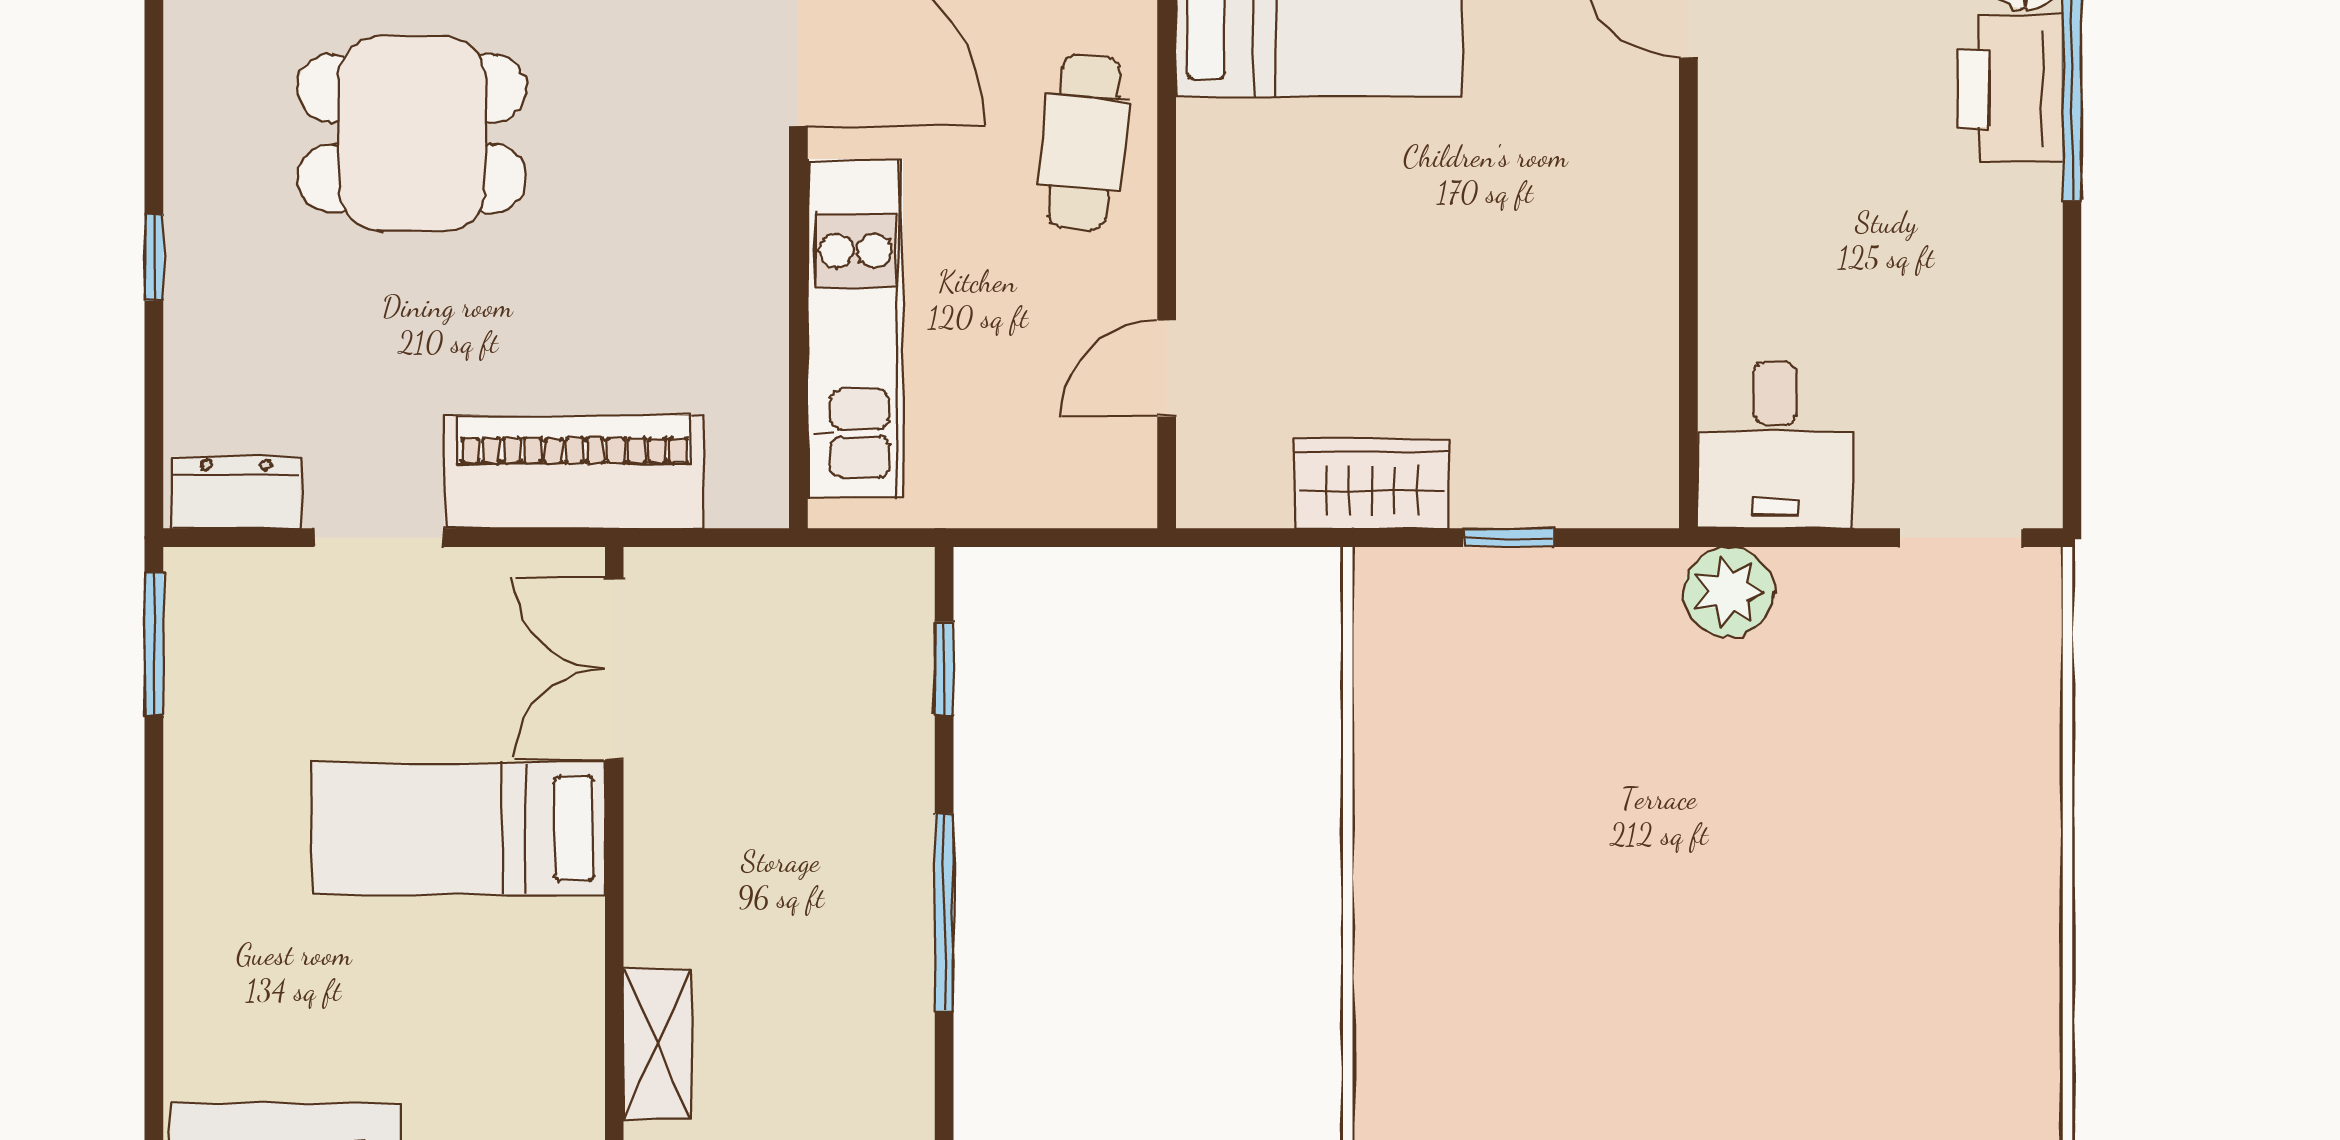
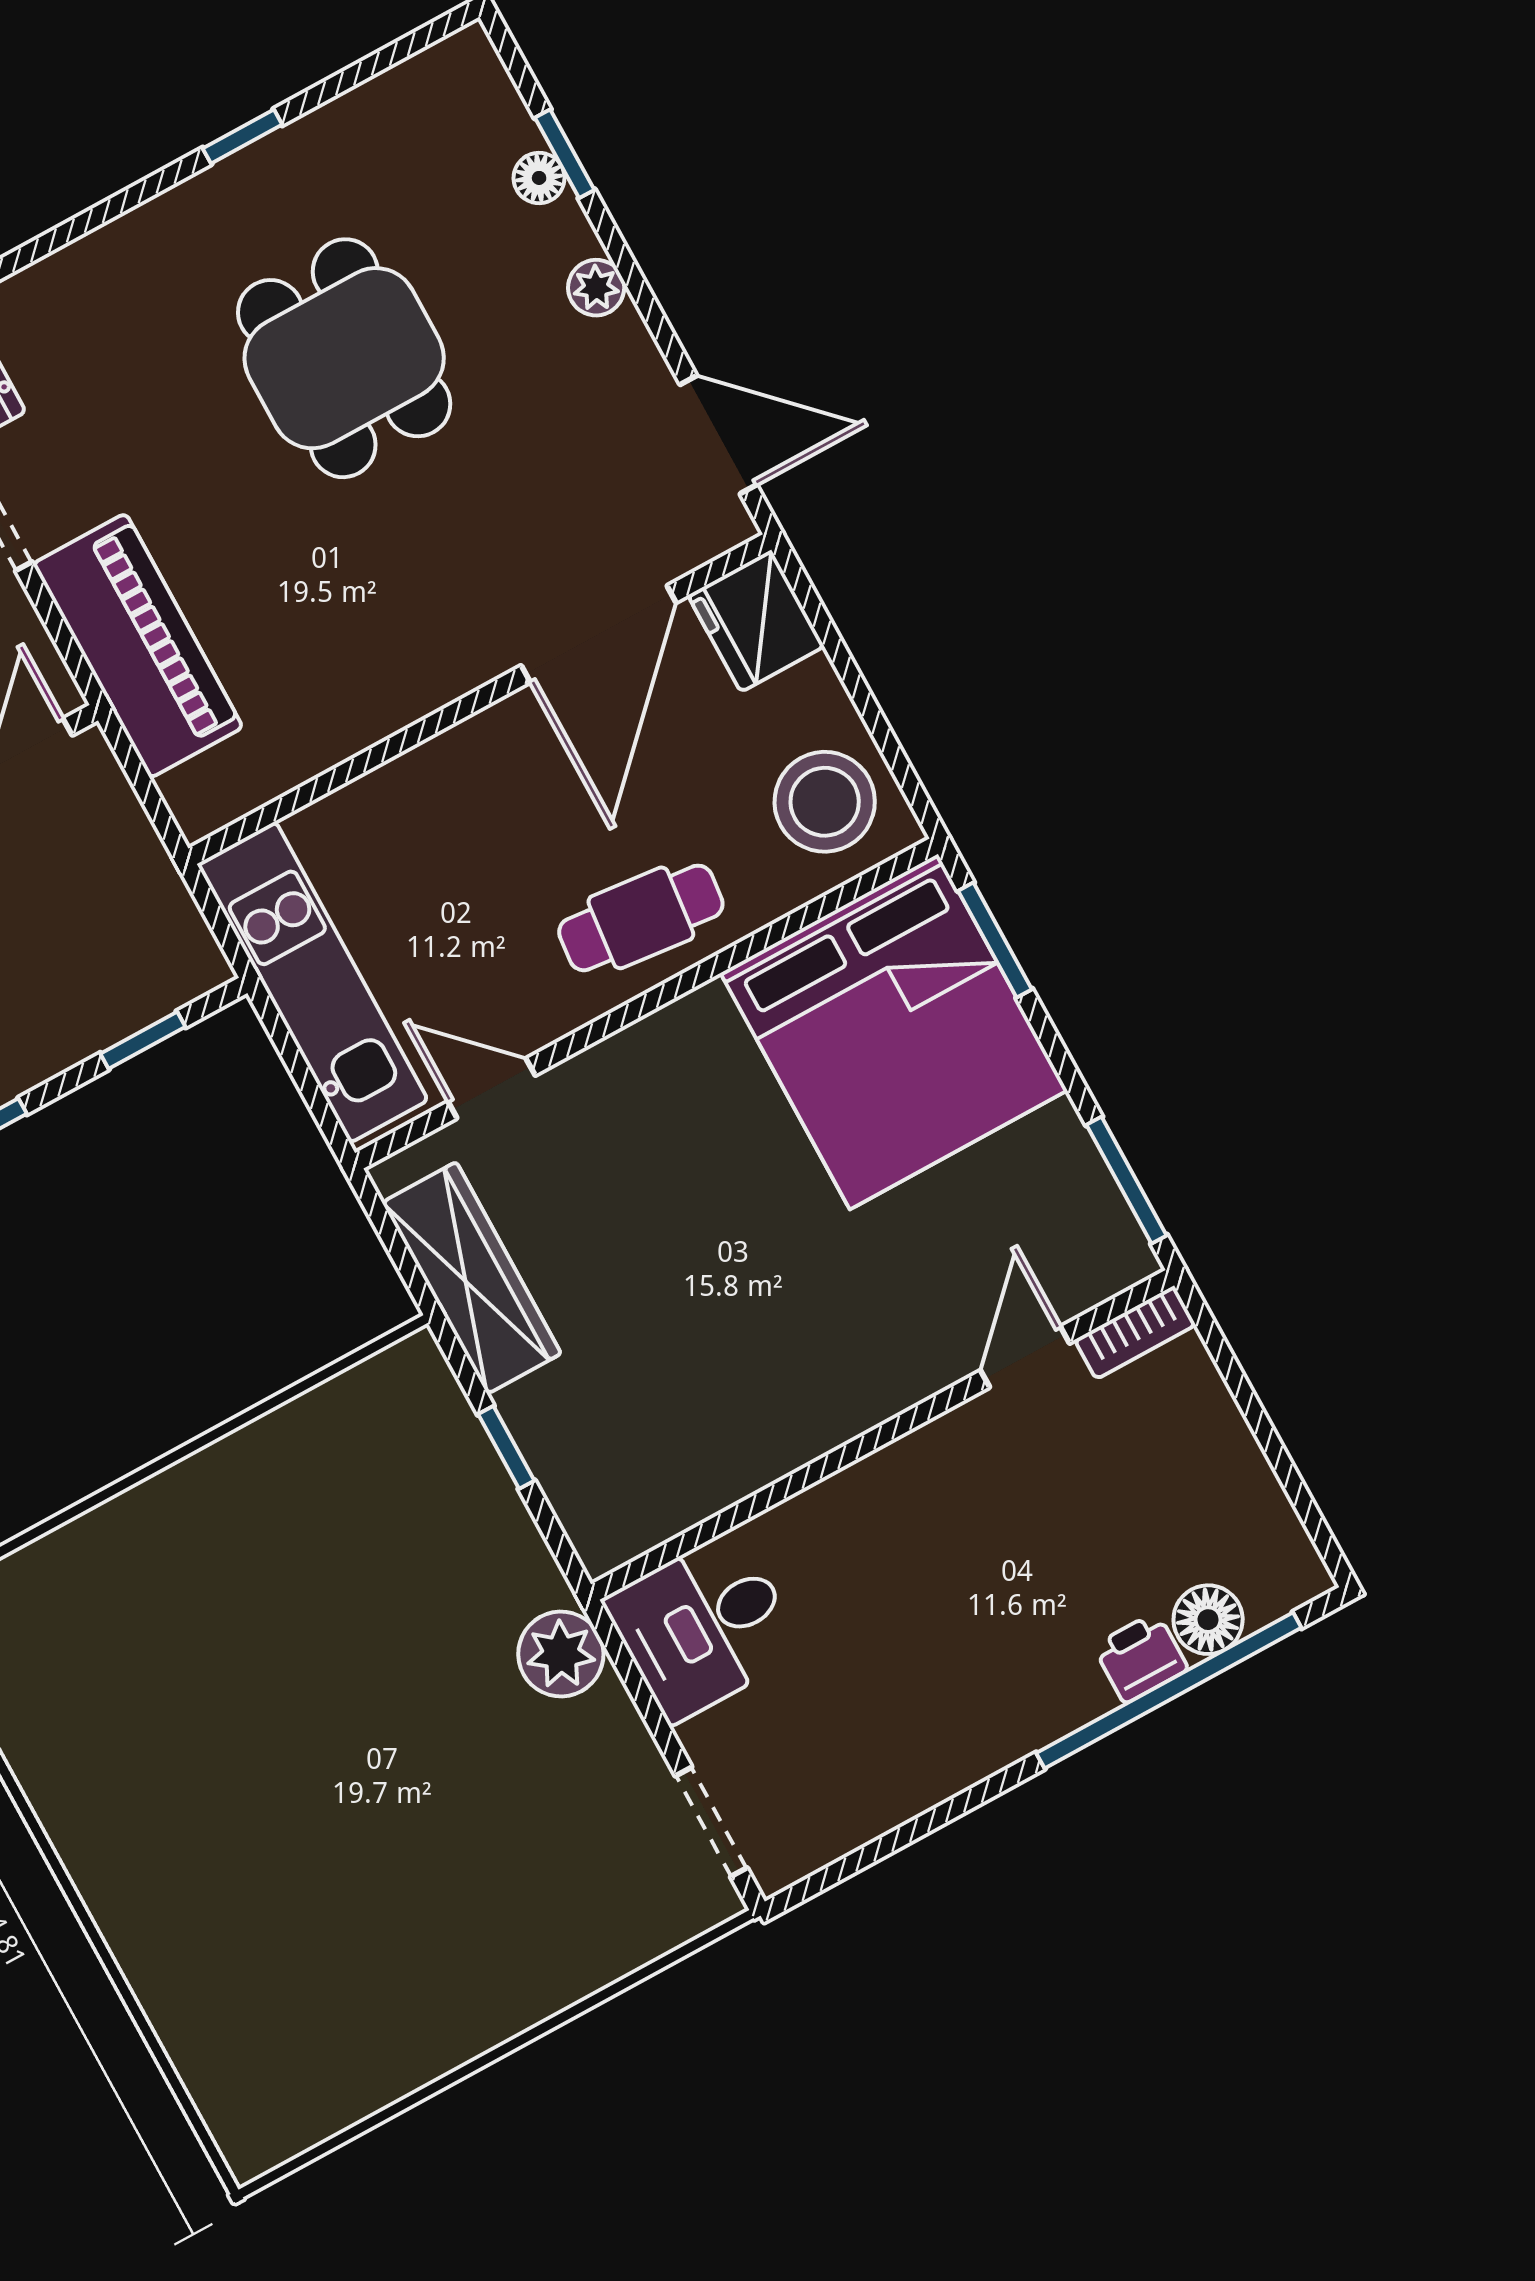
printer: (2010, 89) -> (1141, 1658), width x0.53, depth x0.68
window: (154, 257) -> (242, 137), moved
kitchen unit: (855, 328) -> (313, 982), moved, turned -90
wardrobe: (1372, 484) -> (472, 1278), width x1.50

